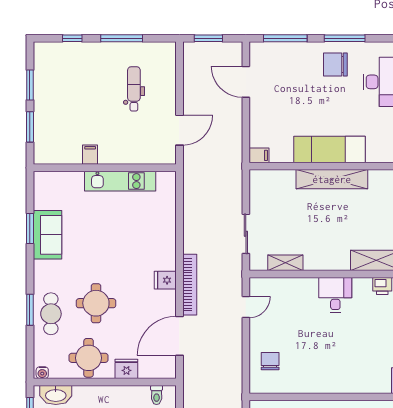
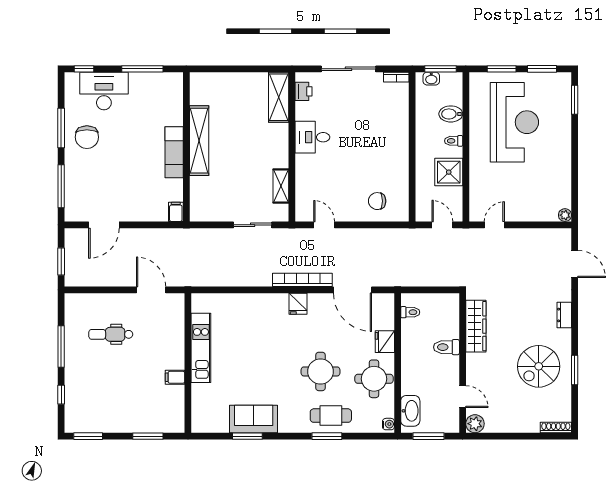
window: (30, 85) -> (88, 436), moved
exam couch: (330, 149) -> (174, 152), width x0.73, depth x0.69

